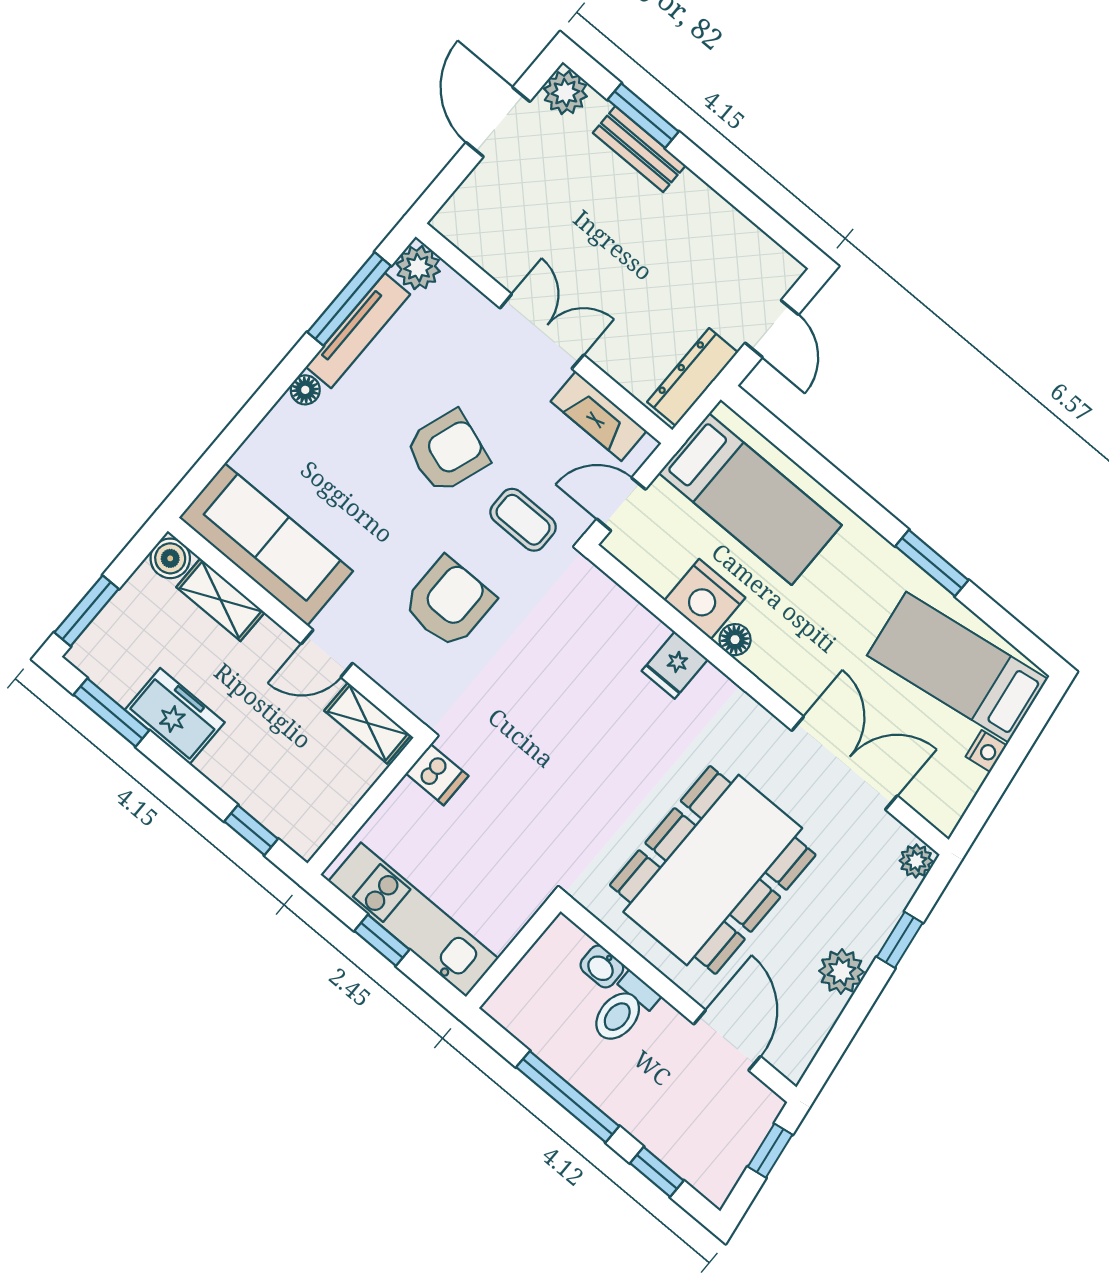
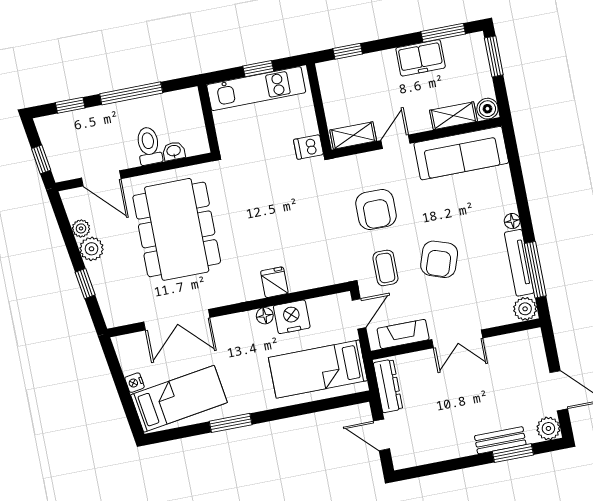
coffee table: (523, 520) -> (385, 268), turned 90
plant: (916, 861) -> (81, 228), moved

